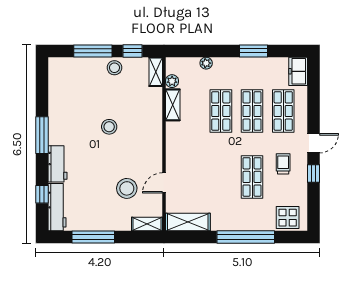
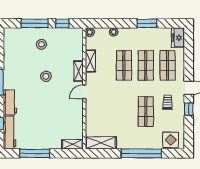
stool: (114, 68) -> (41, 44), moved
shelving: (156, 72) -> (79, 71), moved
plant: (172, 81) -> (90, 32), moved
door: (164, 183) -> (84, 92), moved
stool: (127, 188) -> (58, 119), removed

